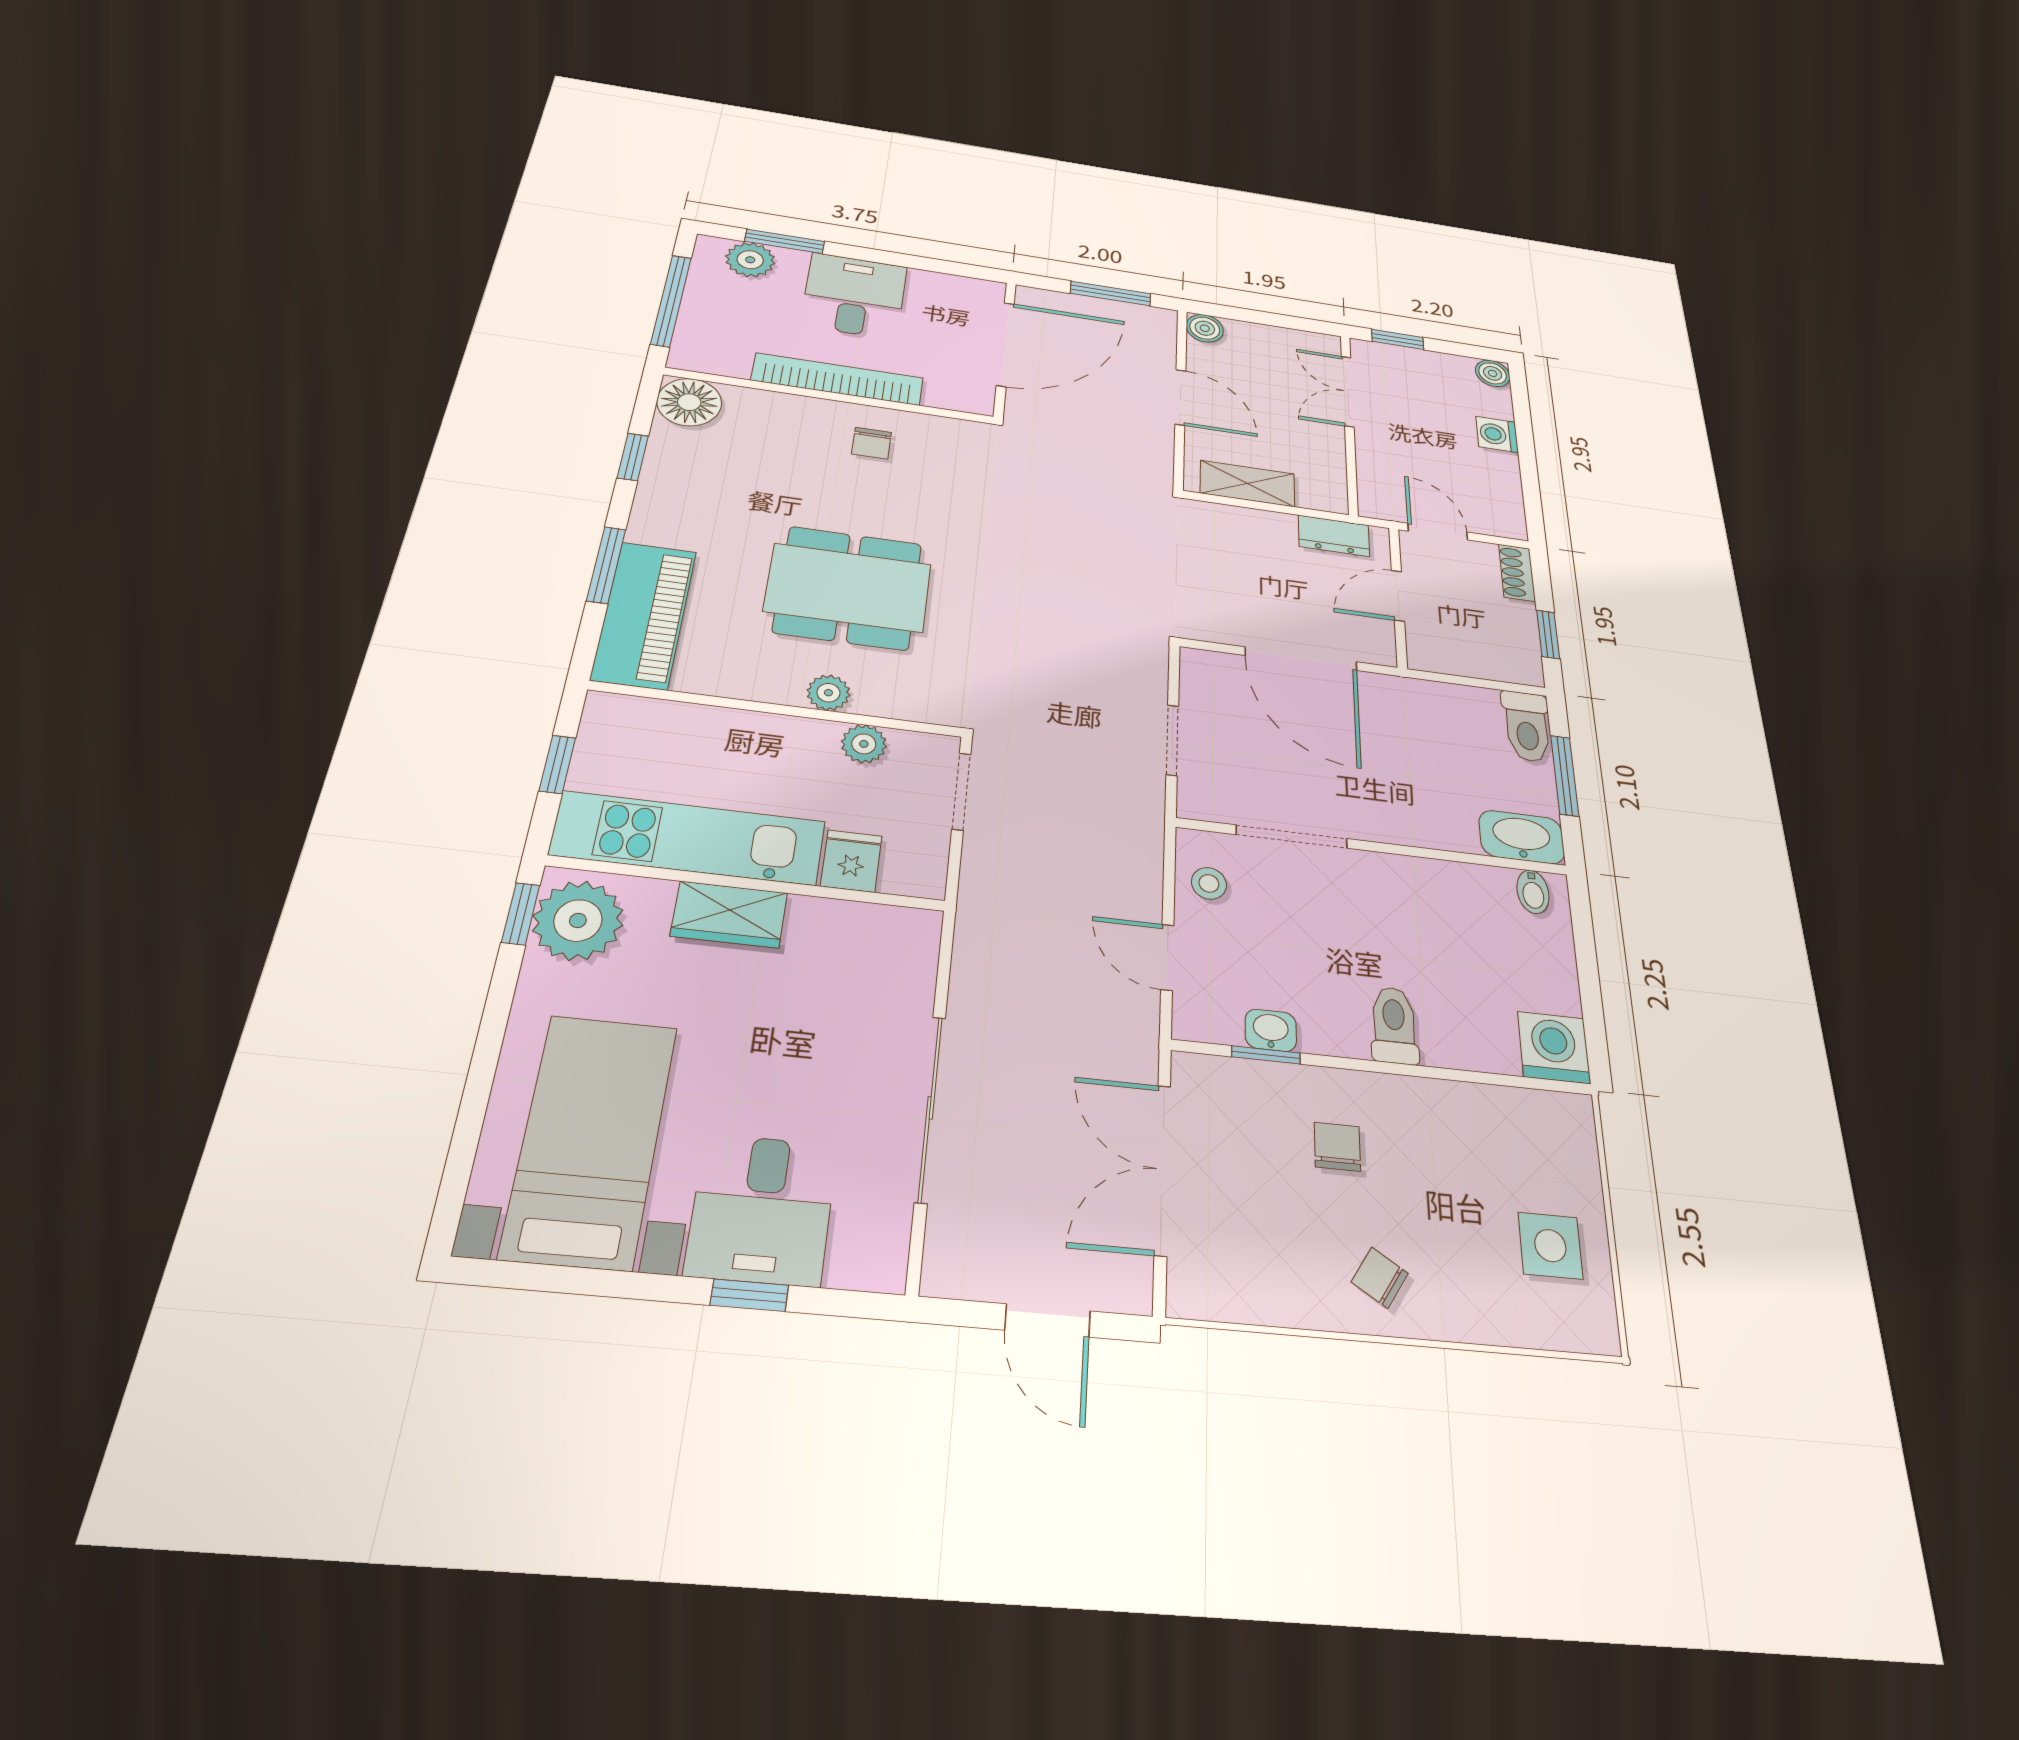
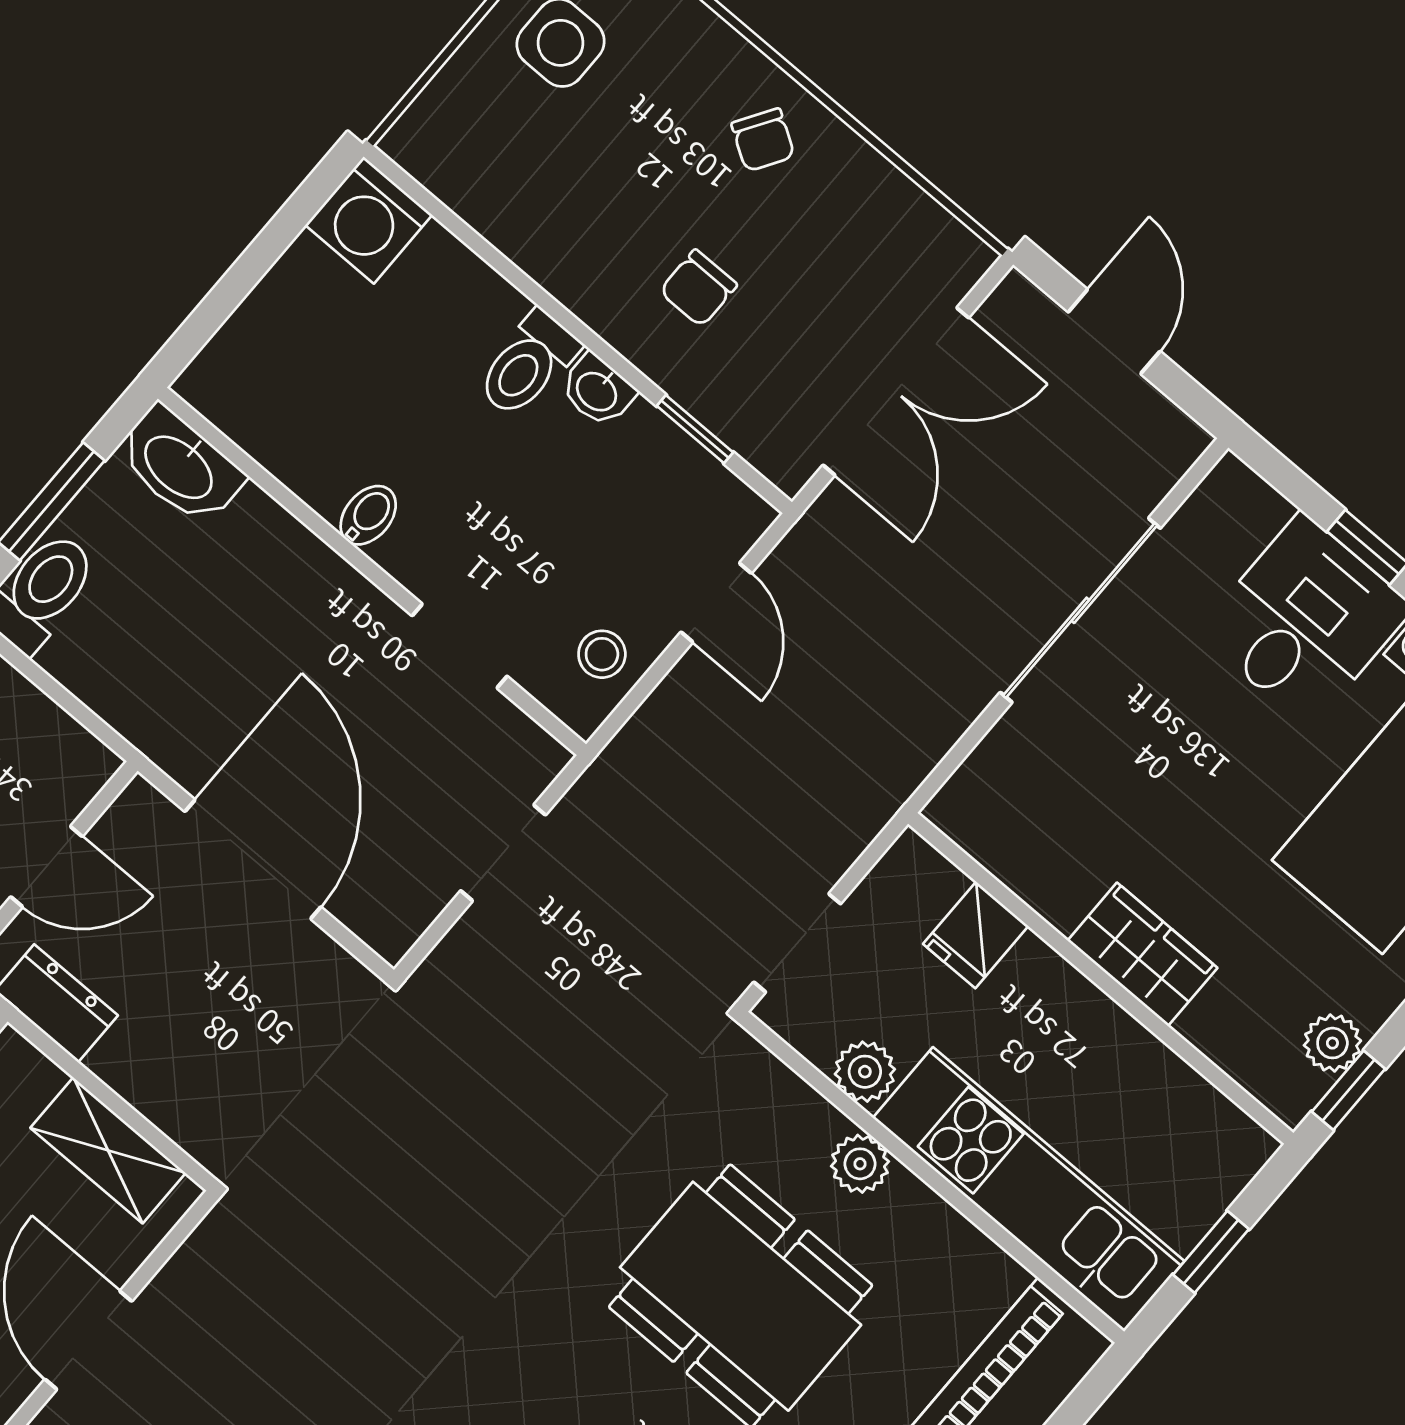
doorway: (1292, 837) -> (460, 646), width x0.73
kitchen unit: (689, 838) -> (1029, 1189), moved, turned 180
bidet: (1533, 892) -> (368, 515), moved
plant: (578, 920) -> (1332, 1043), width x0.53, depth x0.53
washbasin: (1271, 1030) -> (598, 390), moved

